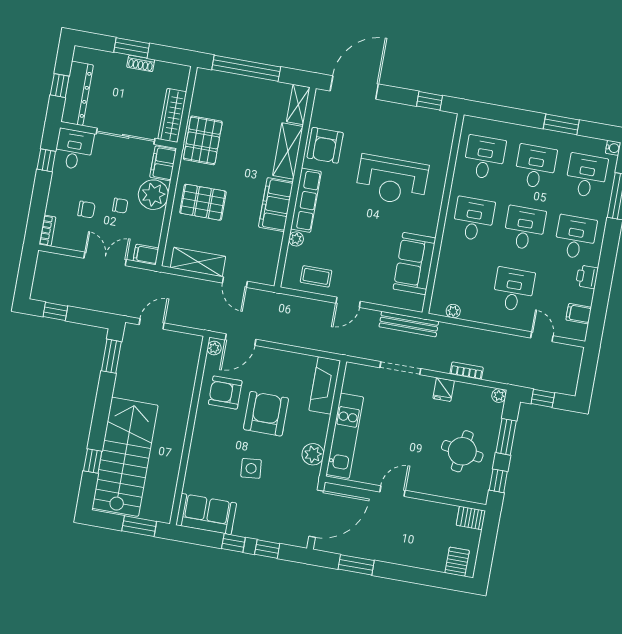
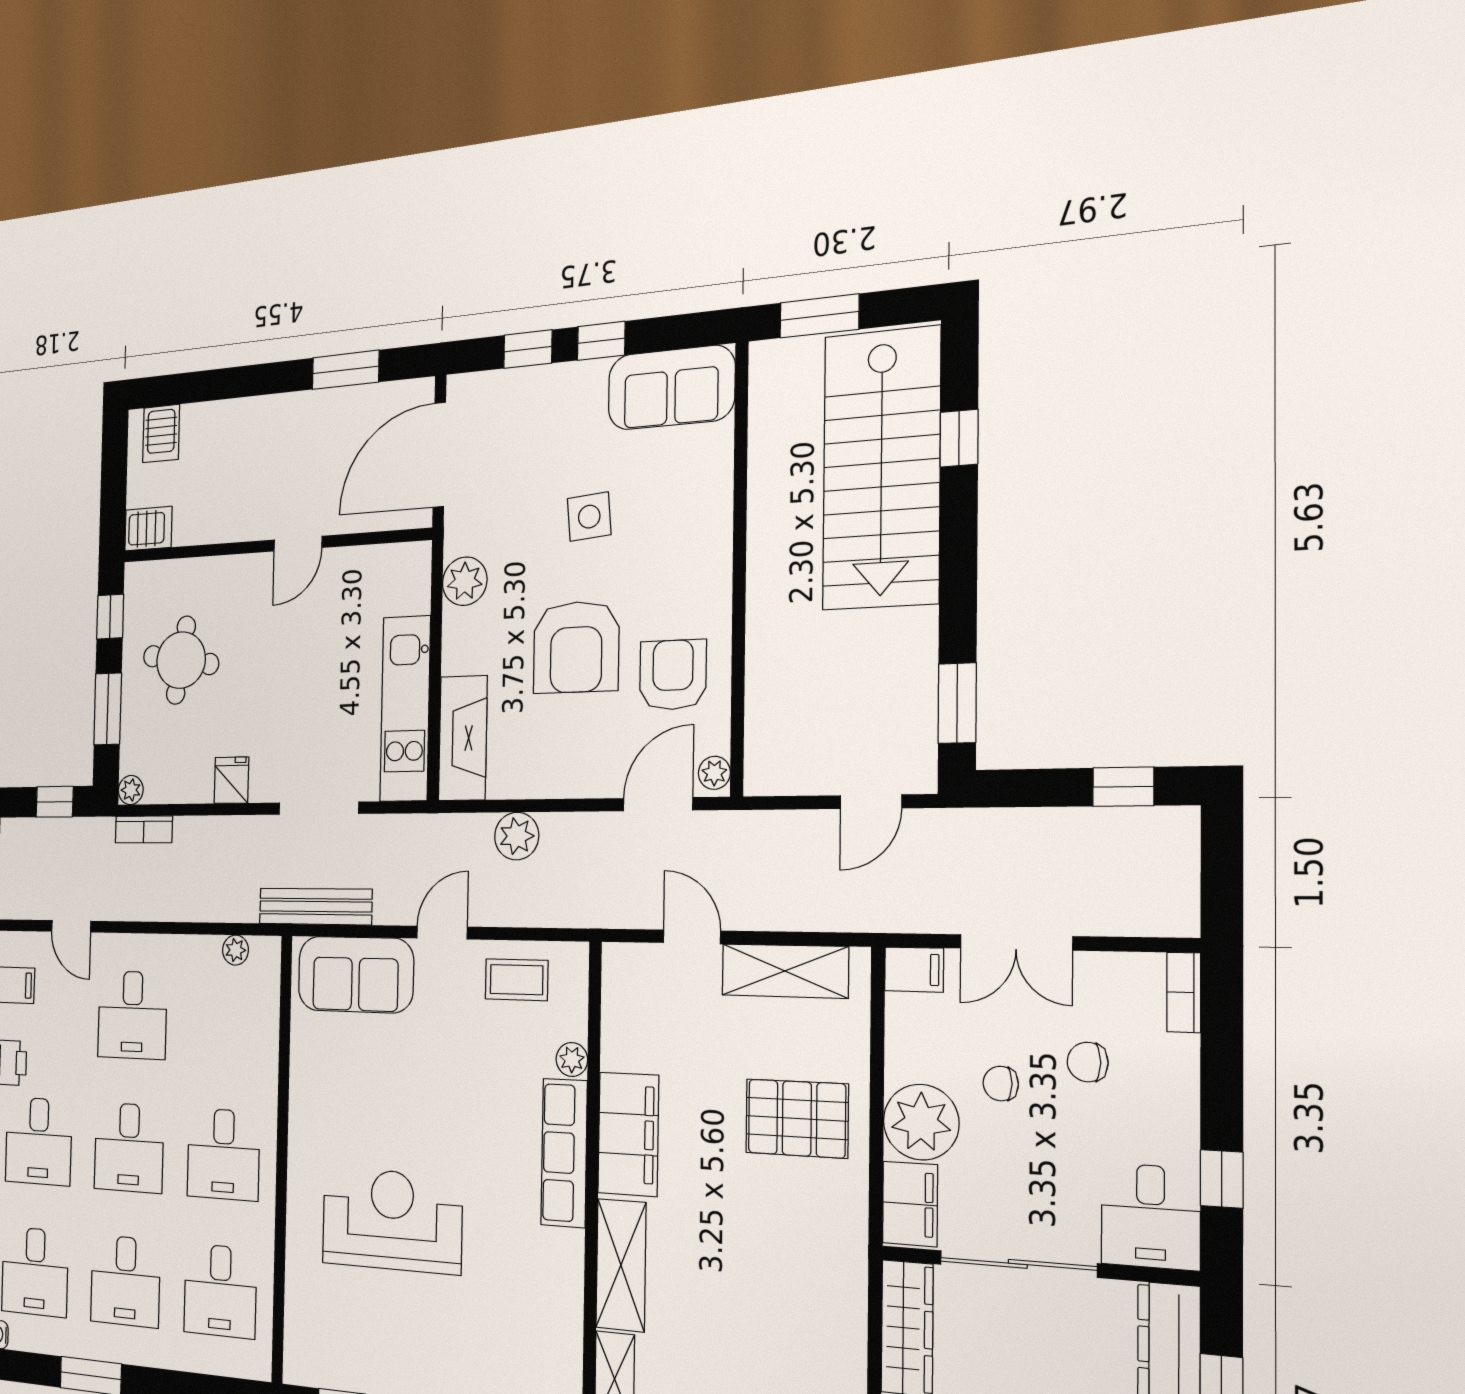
pallet: (203, 140) -> (822, 1272), removed
armchair: (325, 145) -> (542, 1287), removed
sofa: (414, 264) -> (356, 974), moved, turned 90
plant: (306, 338) -> (517, 836), added
bookcase: (467, 371) -> (144, 829), moved
armchair: (225, 392) -> (673, 675), turned -90
kitchen unit: (345, 436) -> (405, 709), moved

